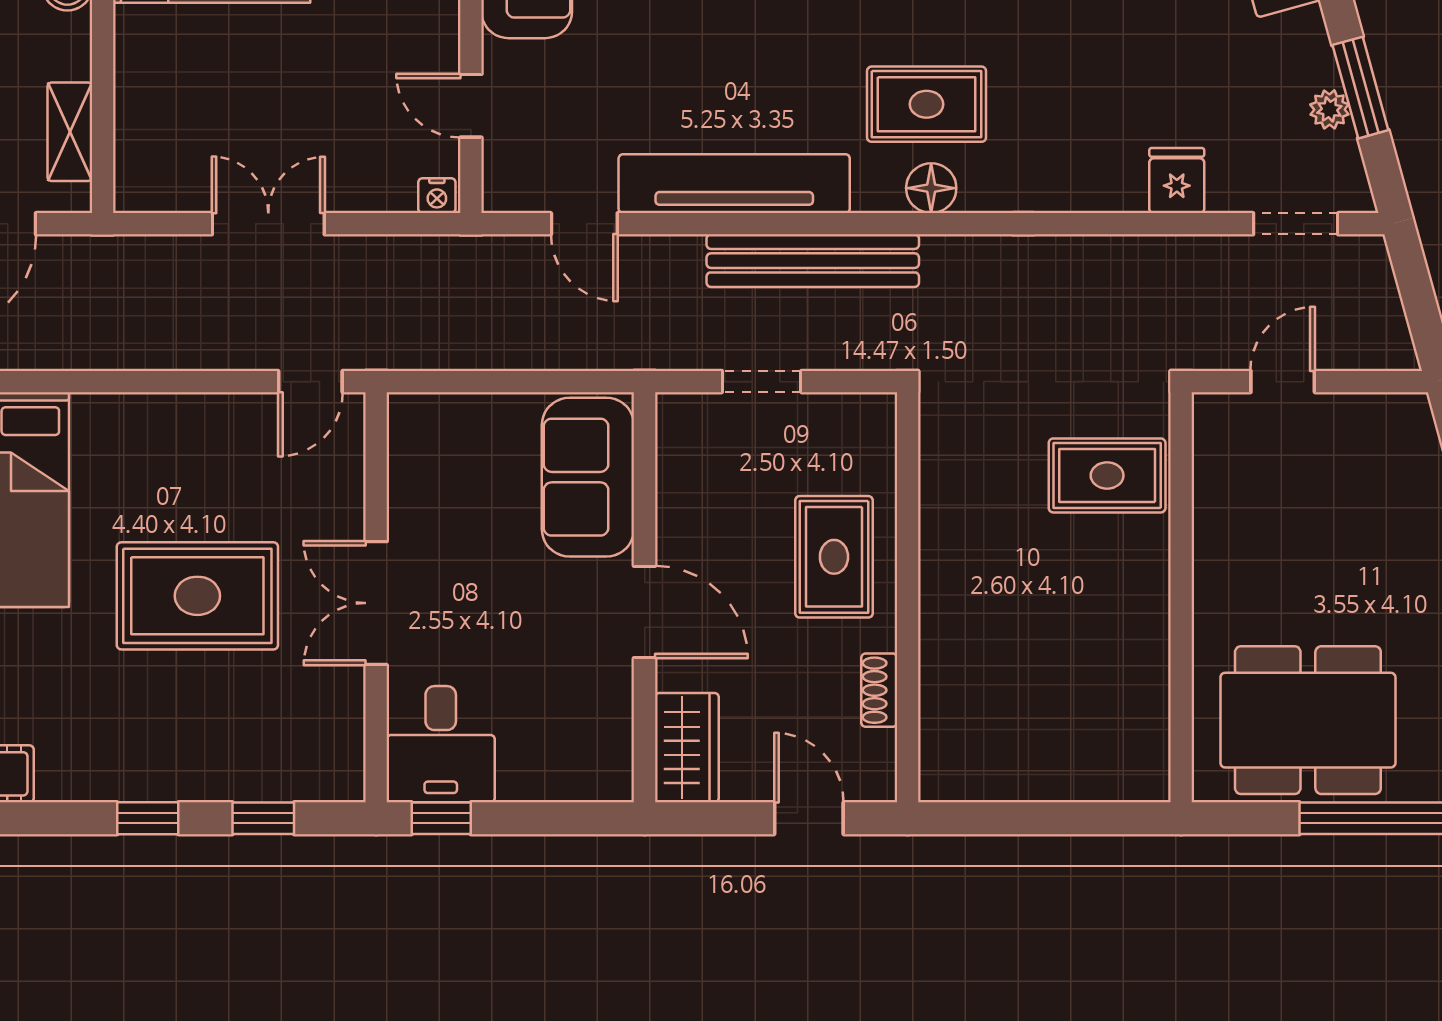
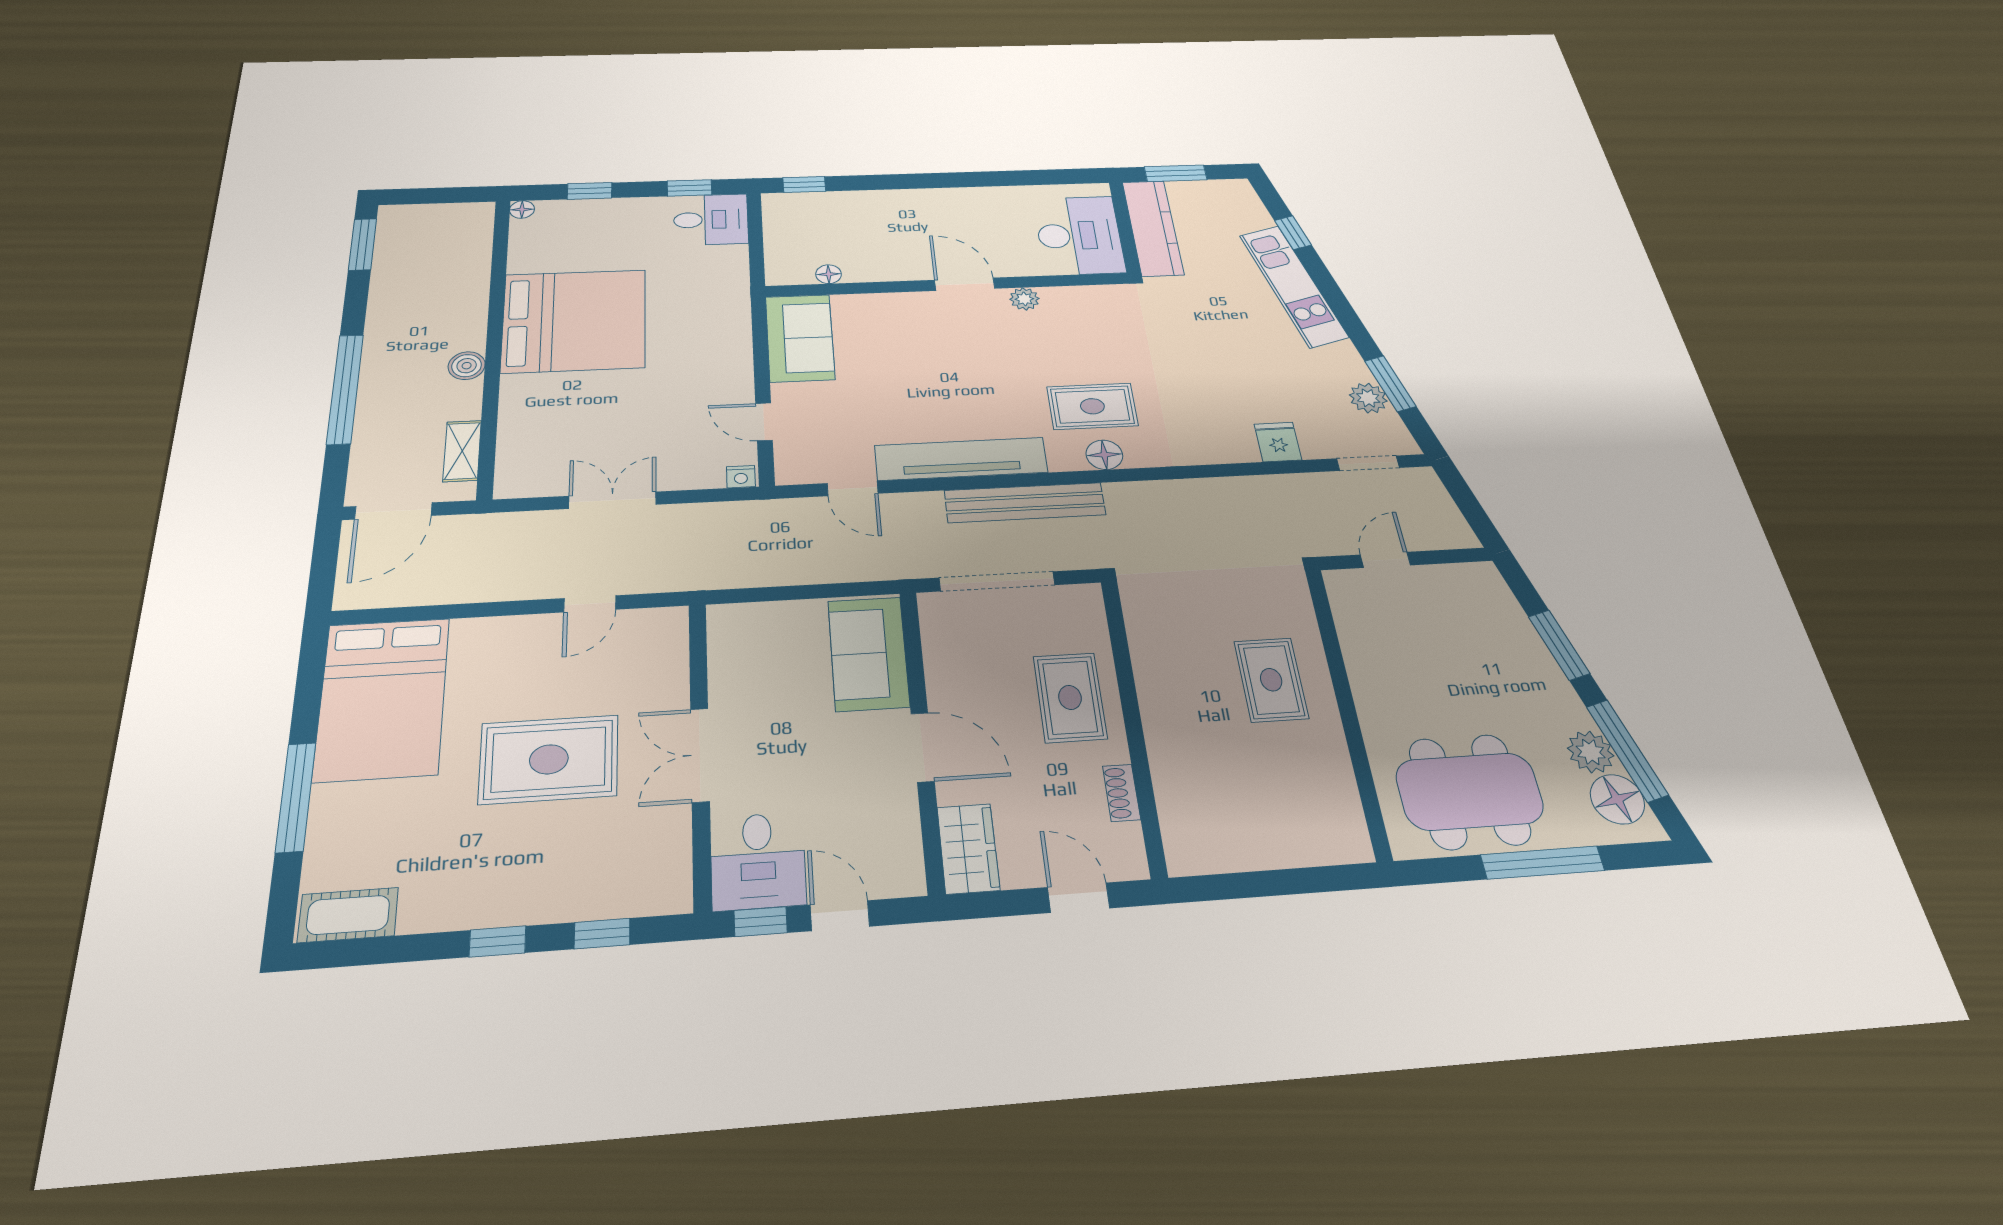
plant: (1329, 109) -> (1368, 398), width x1.38, depth x1.38
door: (310, 382) -> (590, 604), moved
doorway: (762, 382) -> (997, 581), width x1.88
rug: (1107, 475) -> (1271, 680), moved, turned 90
door: (532, 818) -> (840, 916), added

